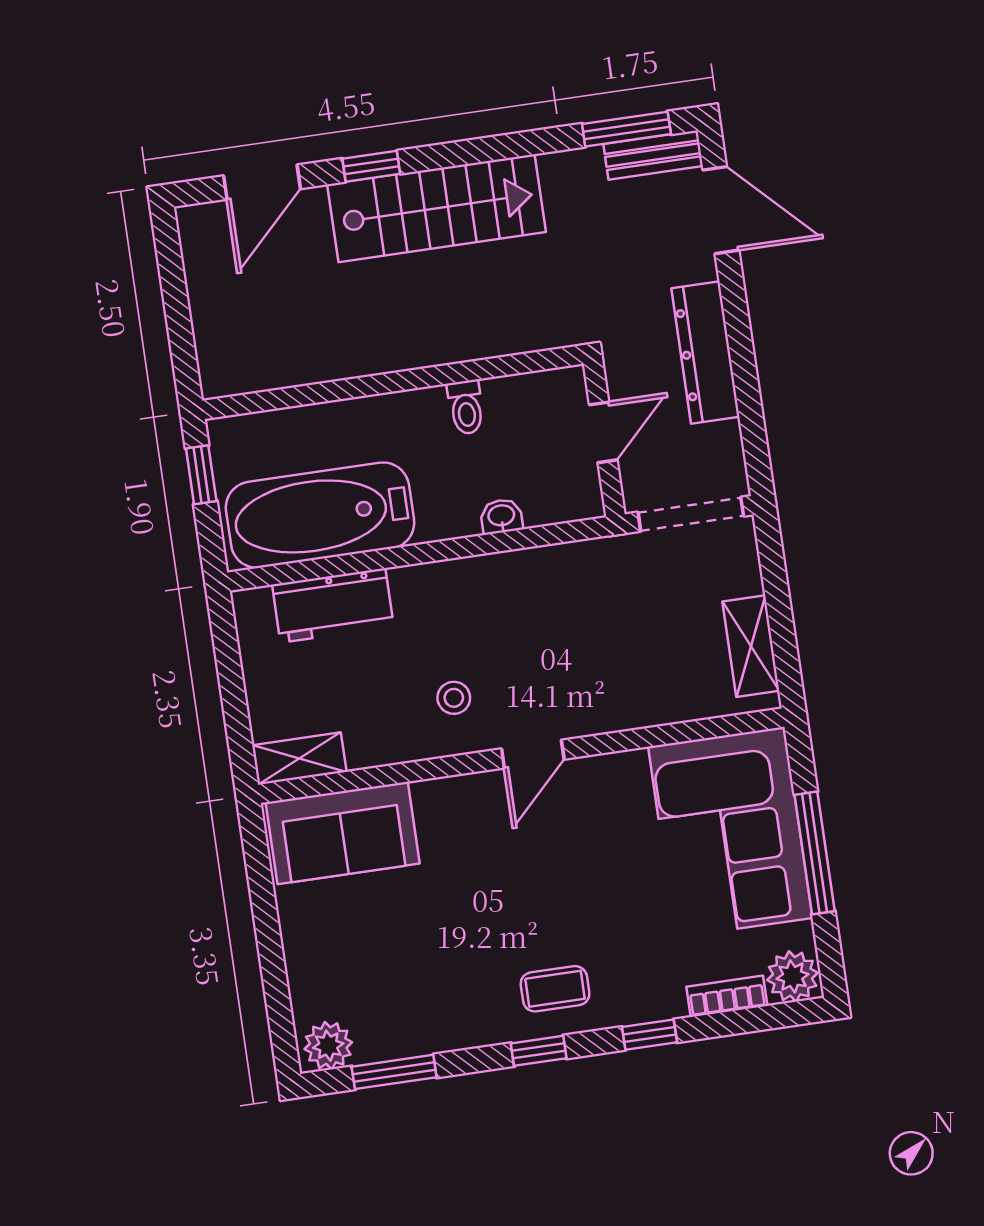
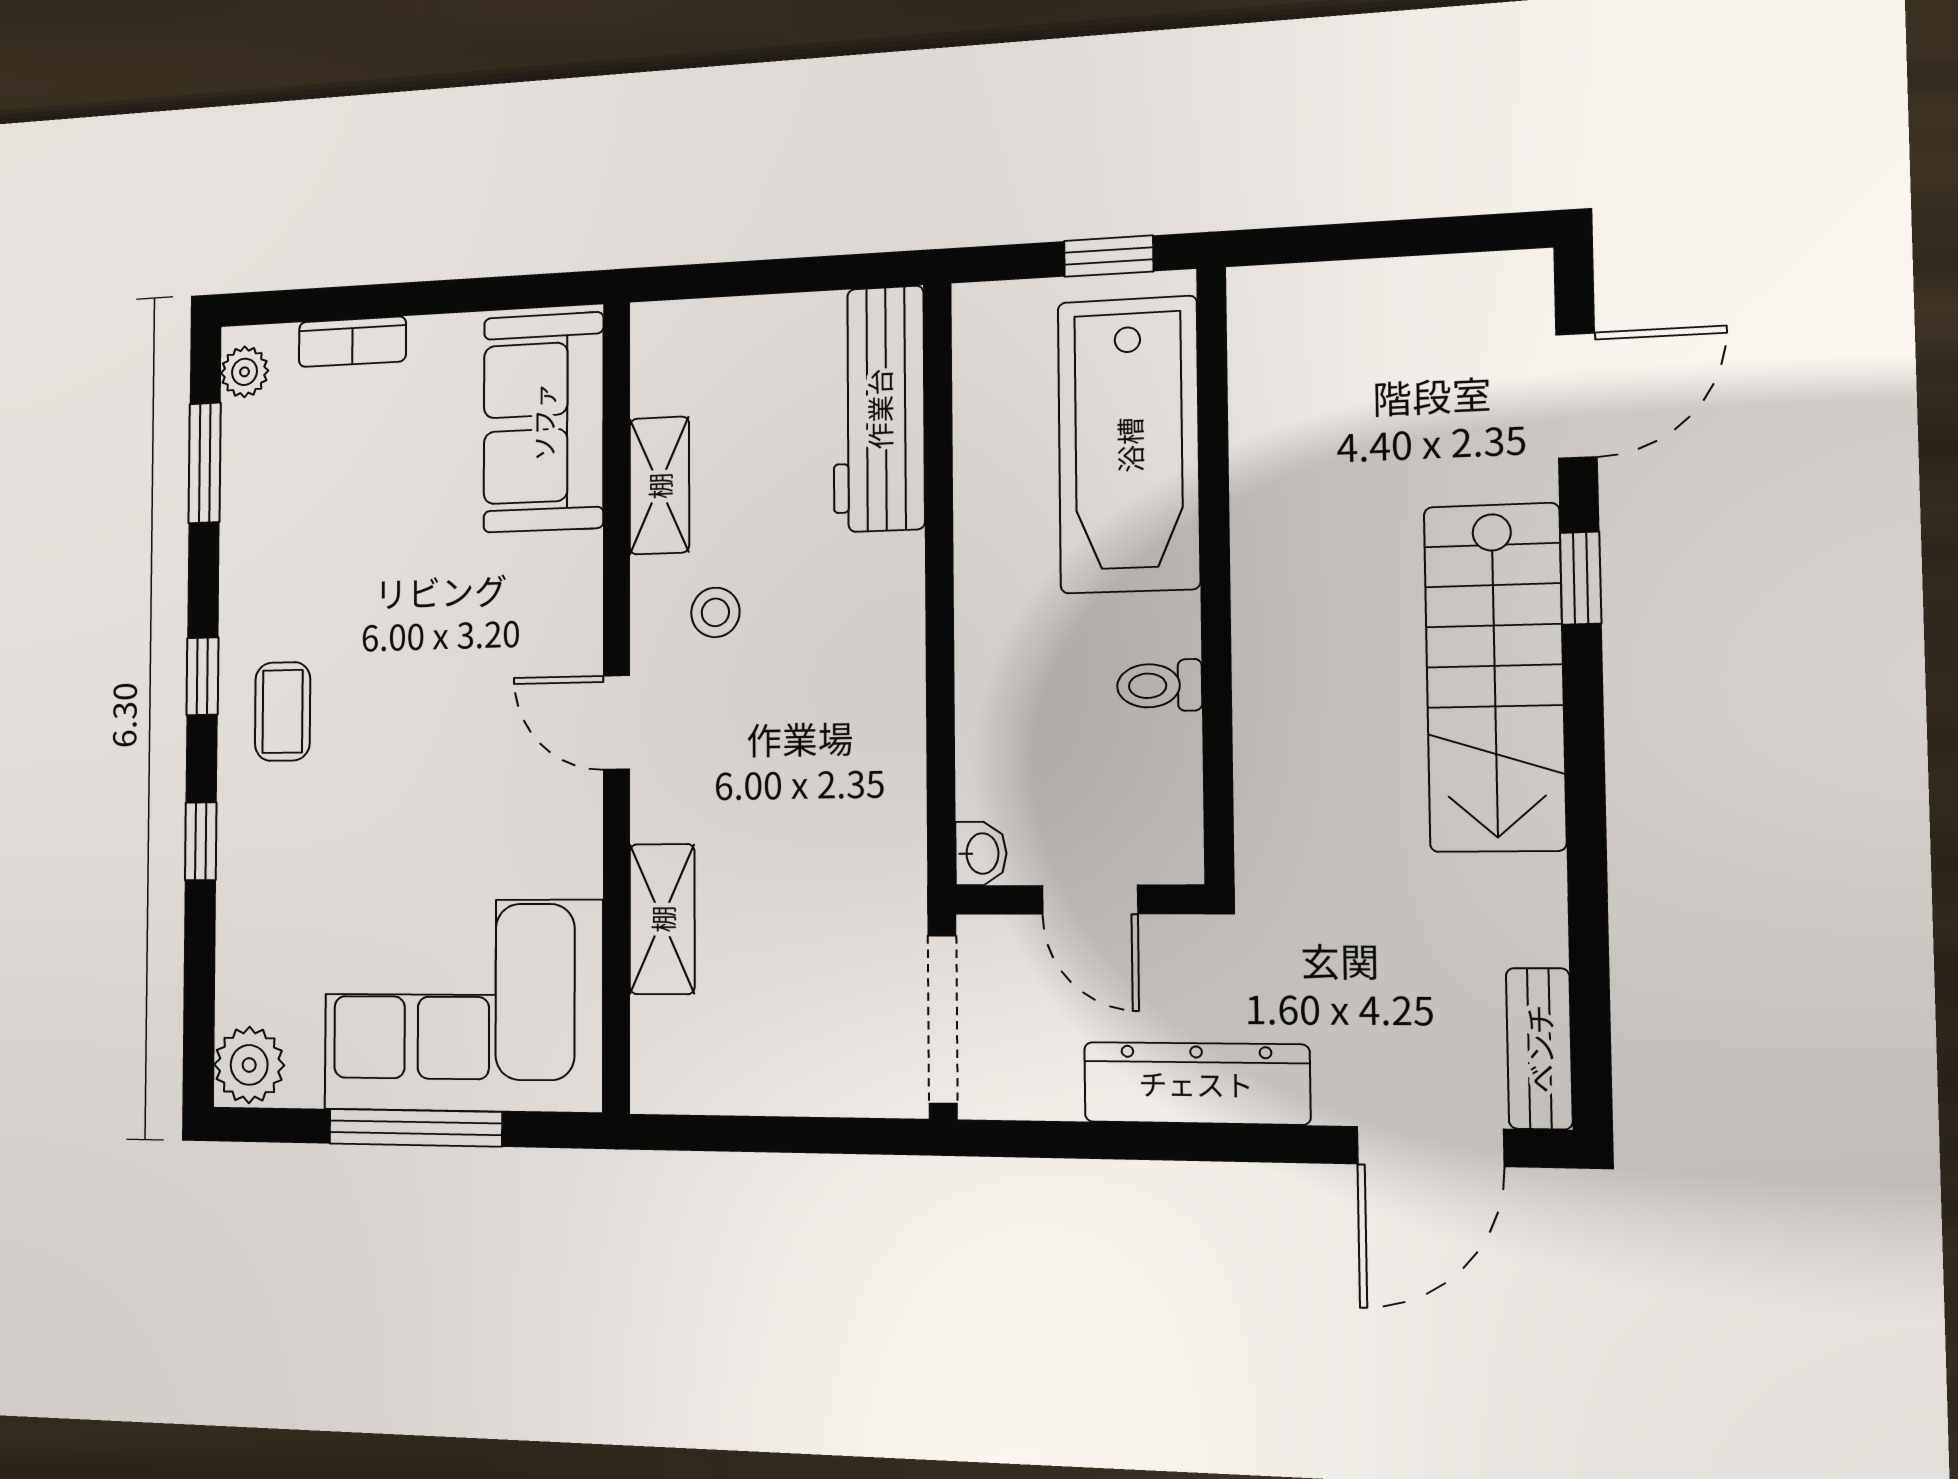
window: (626, 129) -> (1590, 1011), removed
door: (262, 182) -> (1577, 396), swing flipped
bathtub: (320, 515) -> (1129, 445), moved, turned 180
washbasin: (501, 516) -> (981, 854), moved
workbench: (333, 605) -> (879, 409), width x1.38
shelving: (751, 646) -> (662, 919), moved, turned 90
shelving: (299, 759) -> (659, 486), moved
bookcase: (727, 996) -> (352, 342), moved, turned 90
plant: (328, 1046) -> (245, 372), width x0.73, depth x0.73

